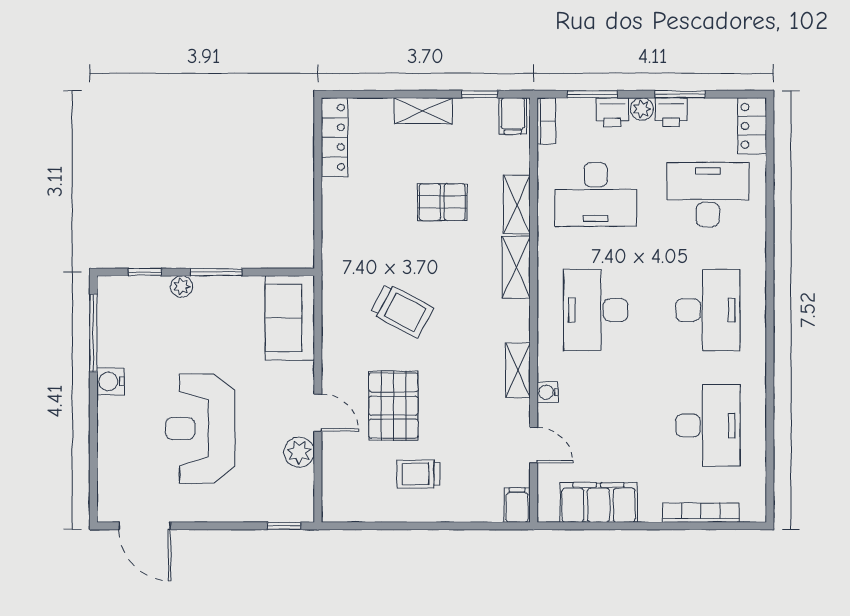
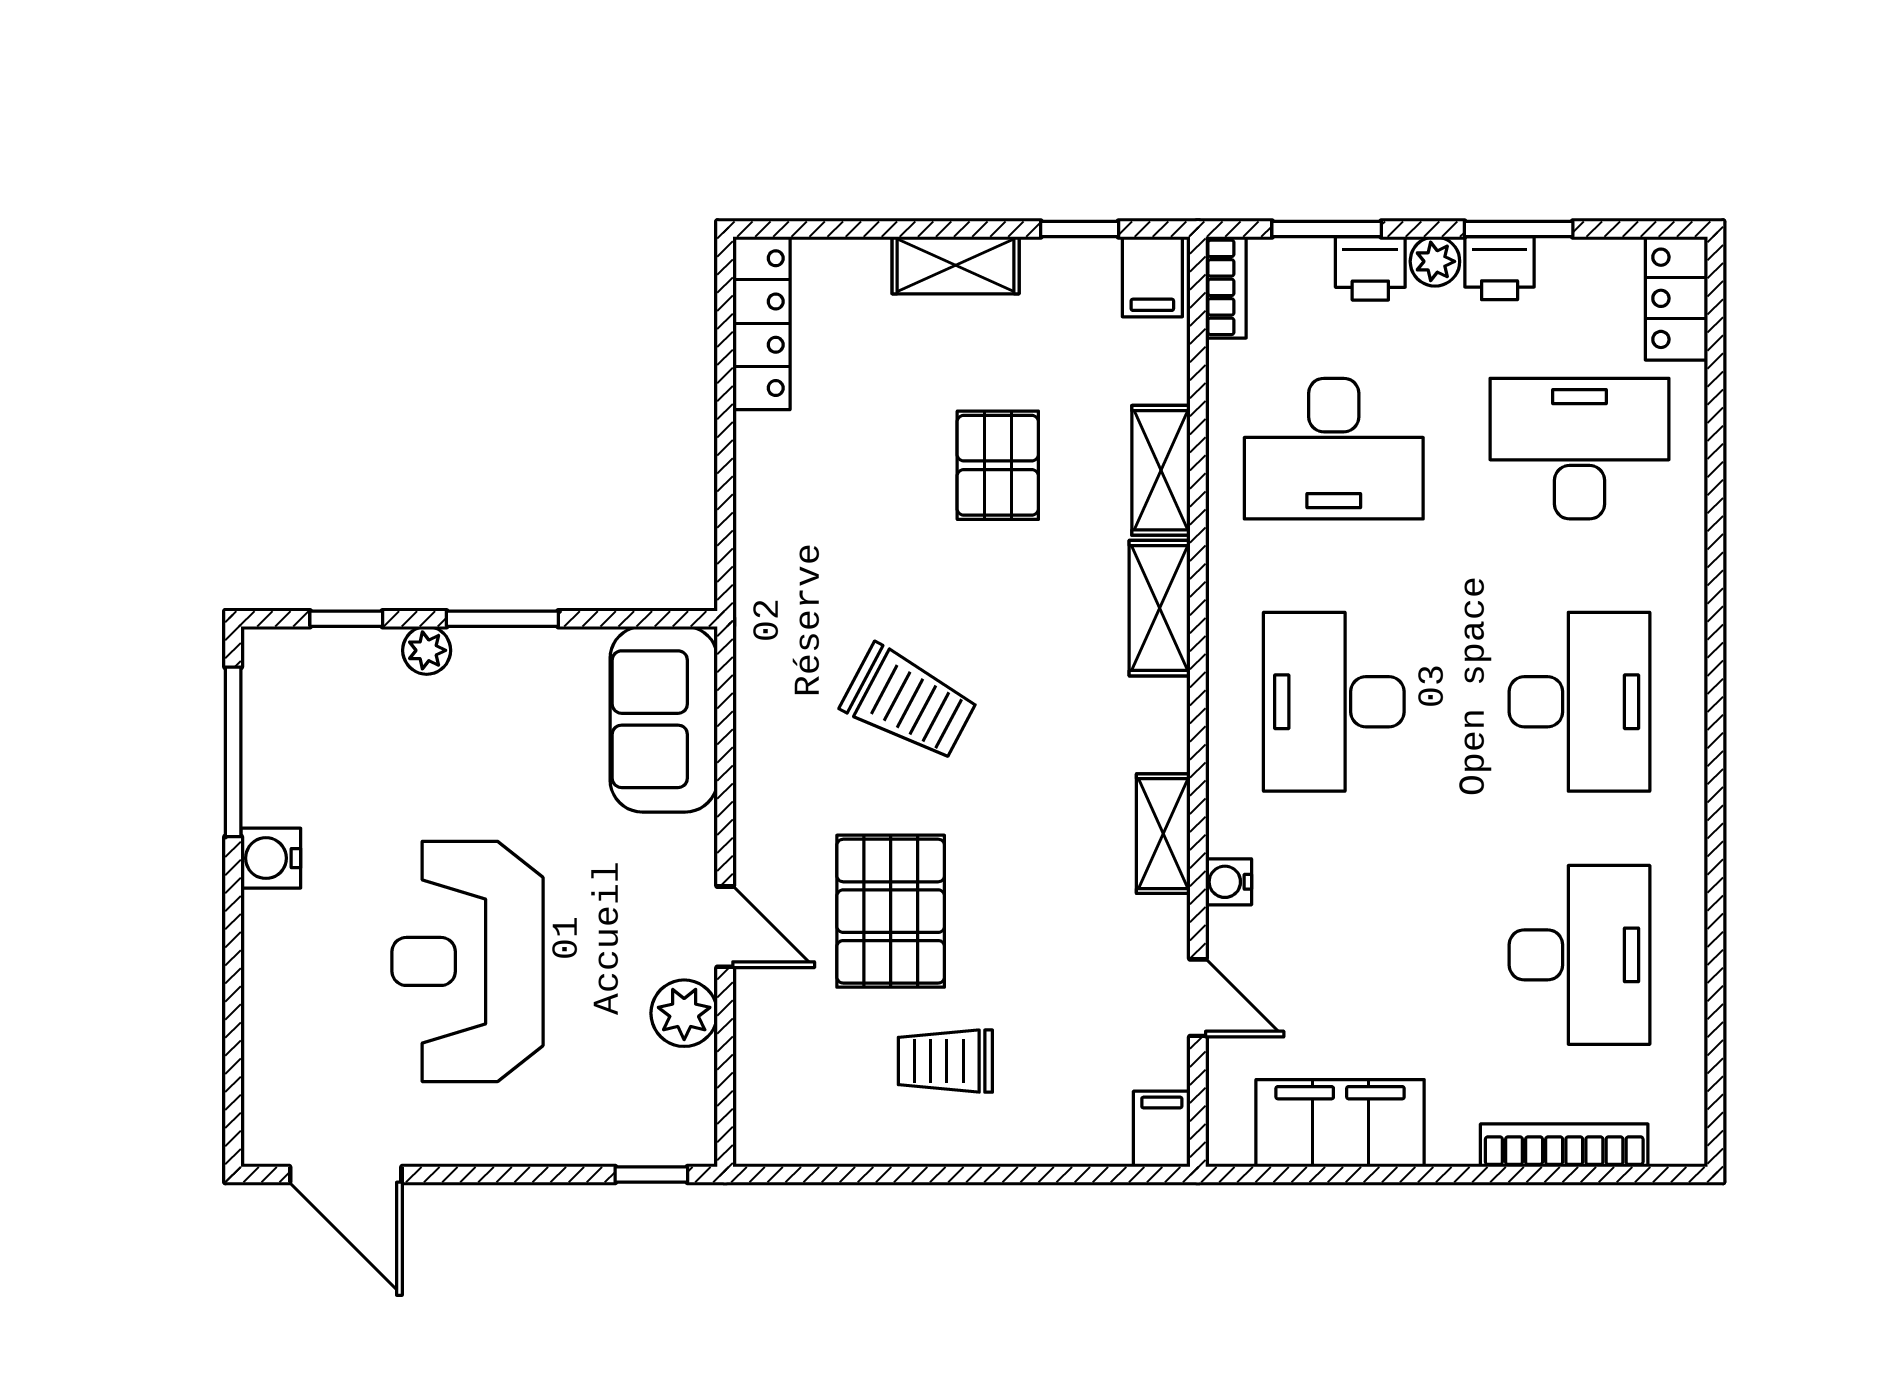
pallet: (442, 202) -> (998, 465), turned 90

